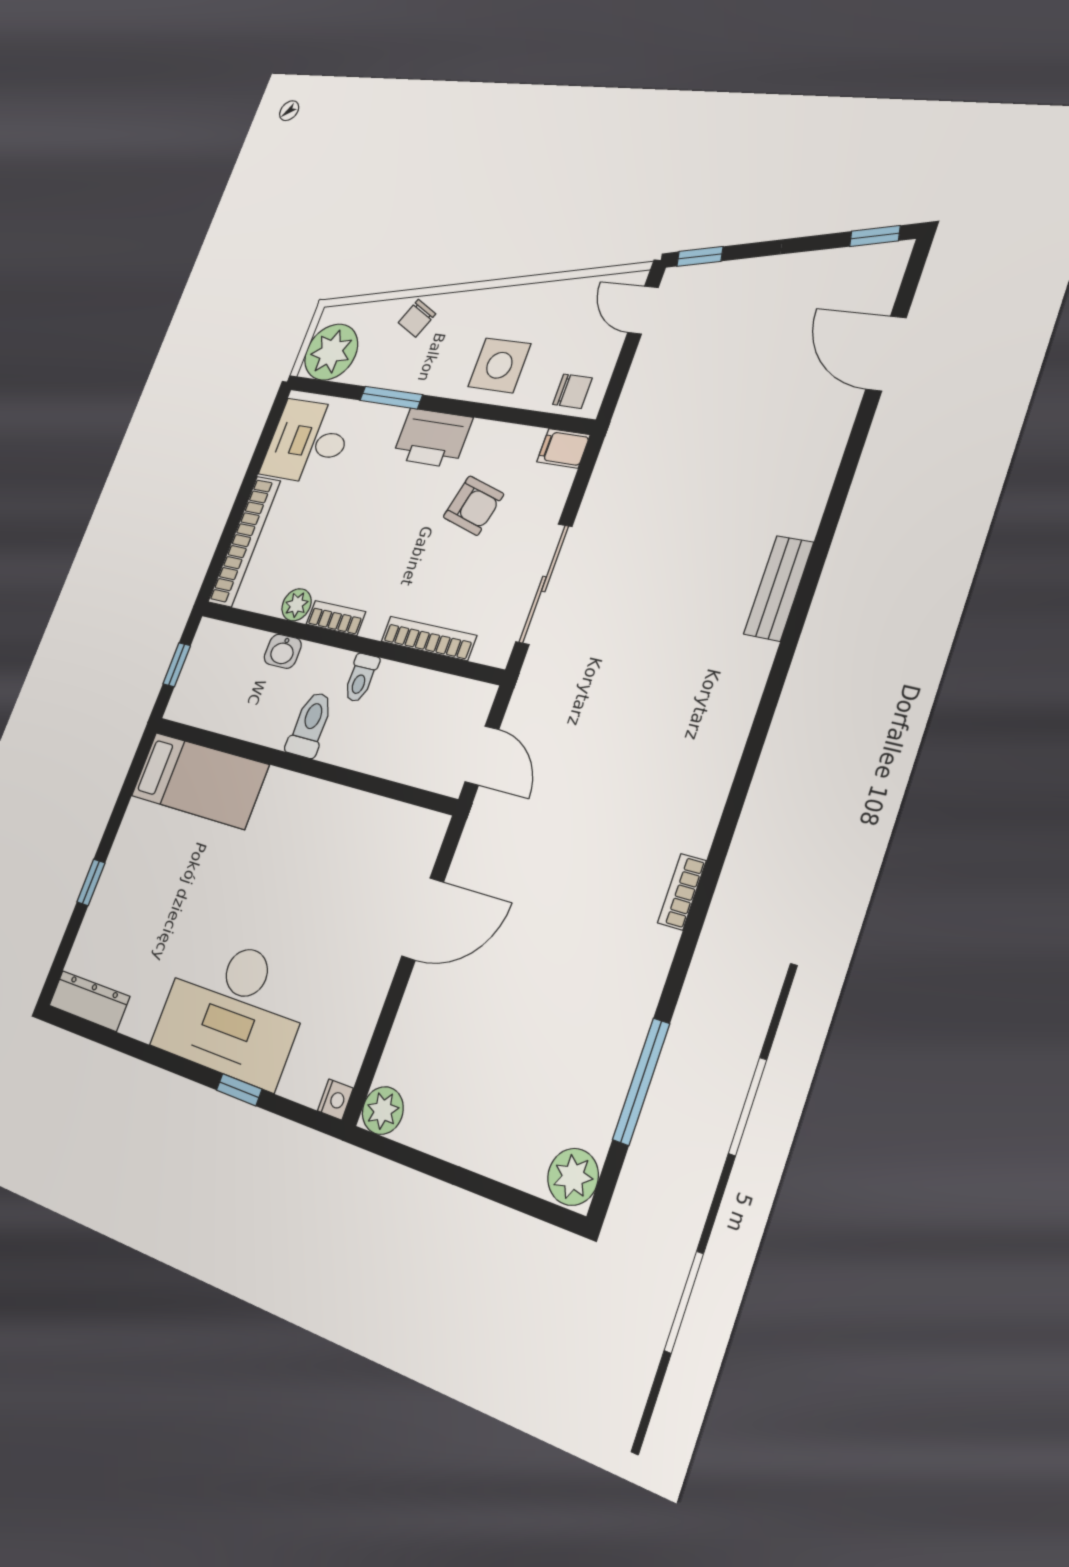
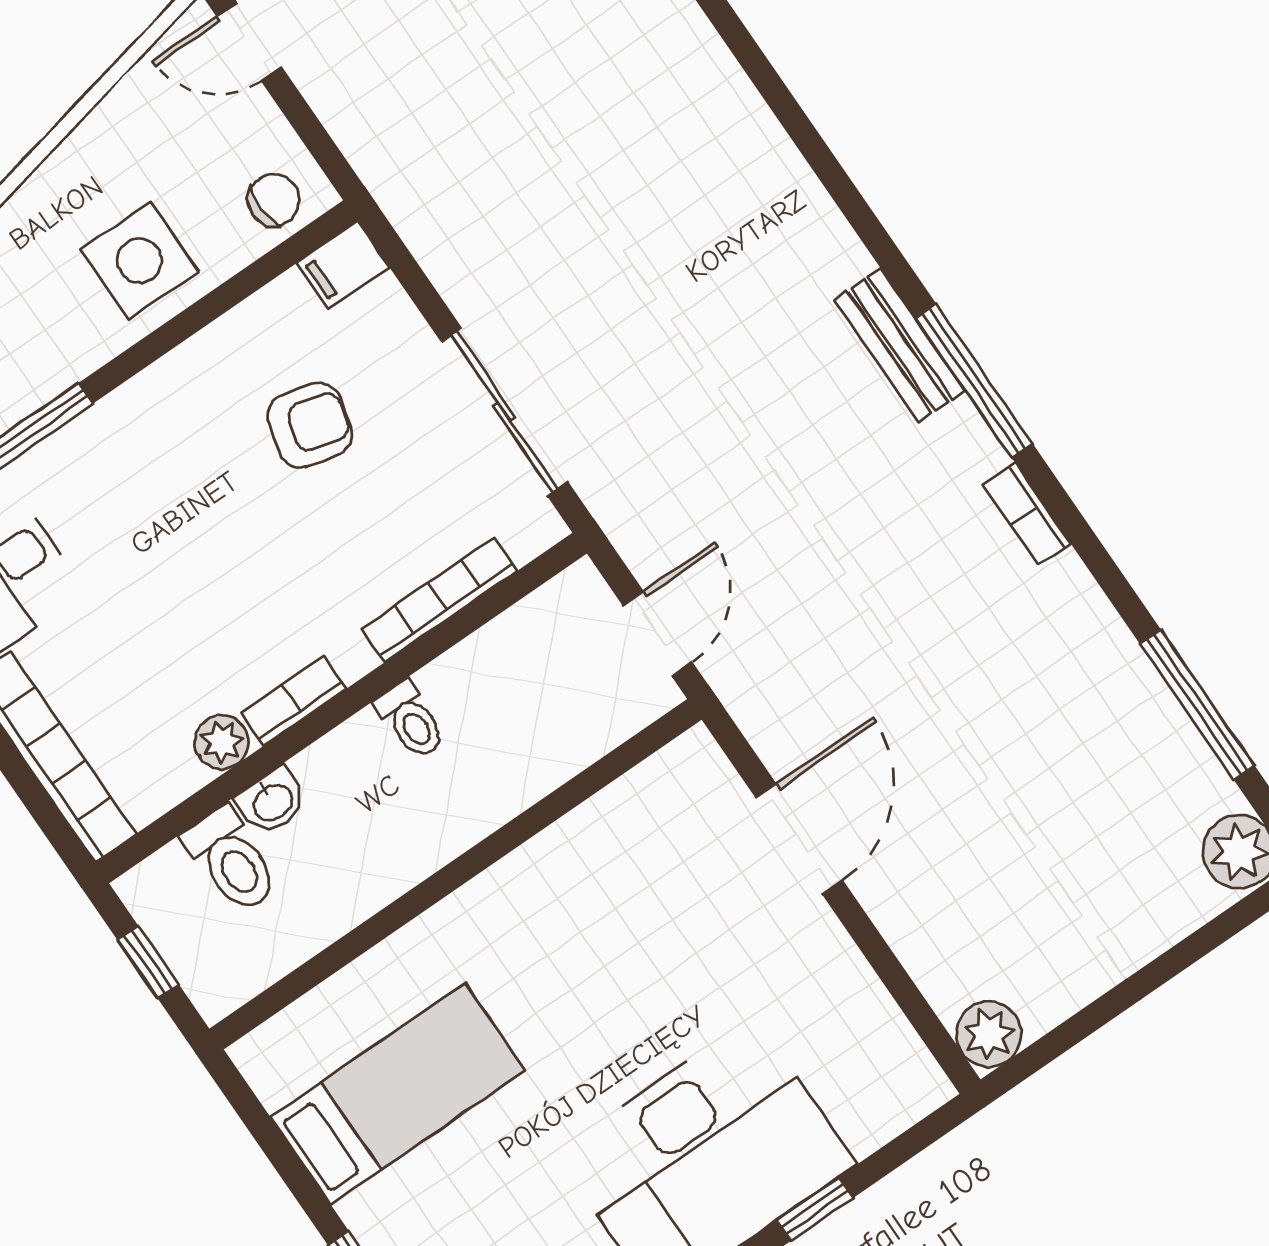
printer: (432, 438) -> (157, 413), removed
bench: (779, 588) -> (900, 345), moved
toilet: (310, 725) -> (231, 860), moved, turned 180
door: (482, 756) -> (658, 634), hinge flipped
bed: (199, 780) -> (398, 1094), moved
window: (736, 799) -> (974, 381), added
nightstand: (335, 1100) -> (928, 1087), removed

